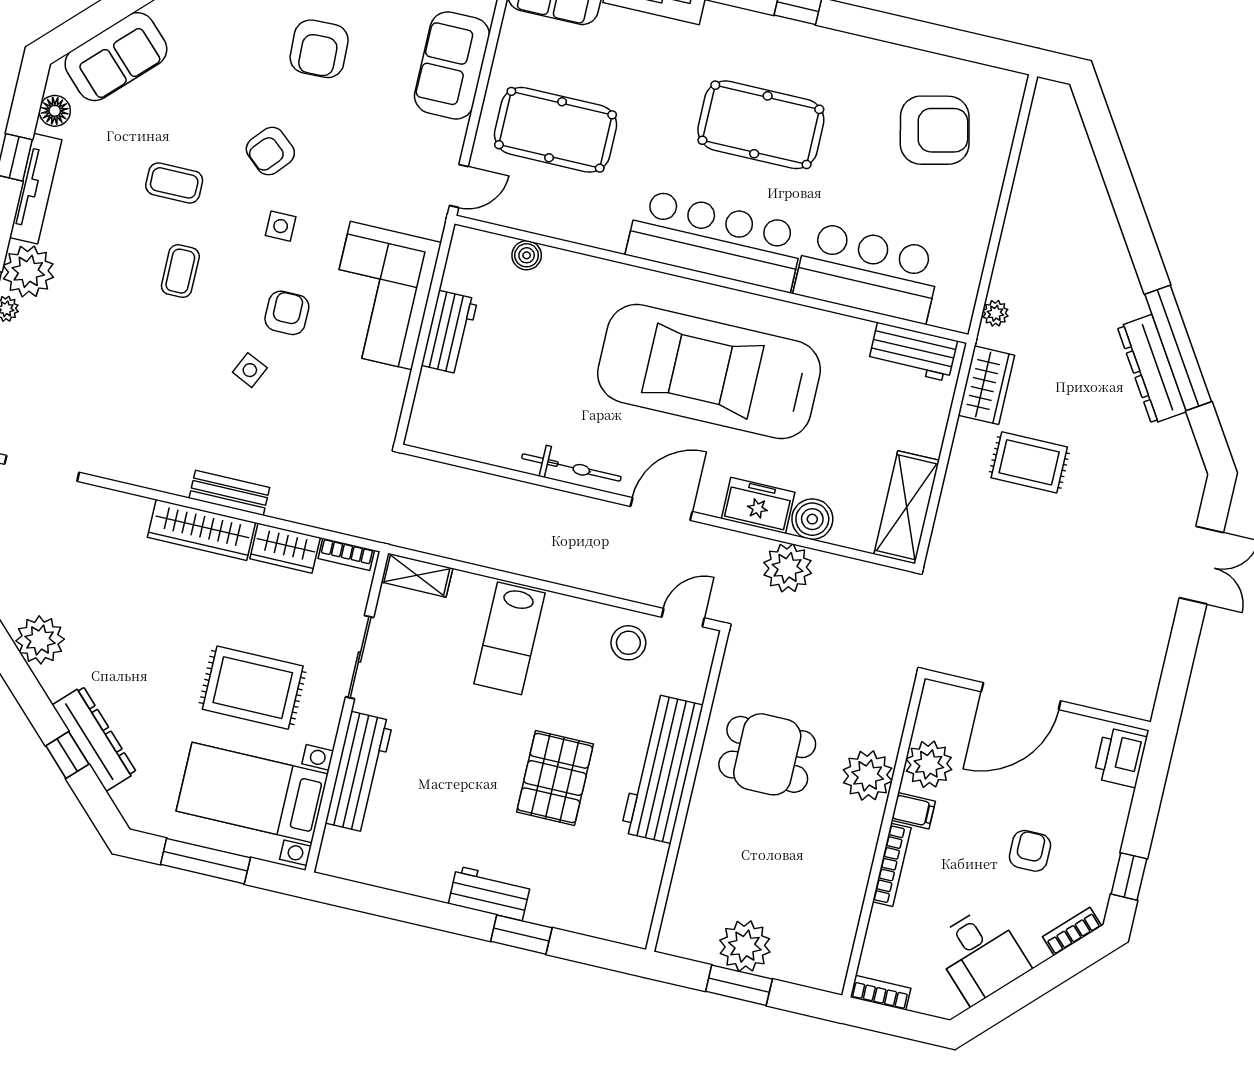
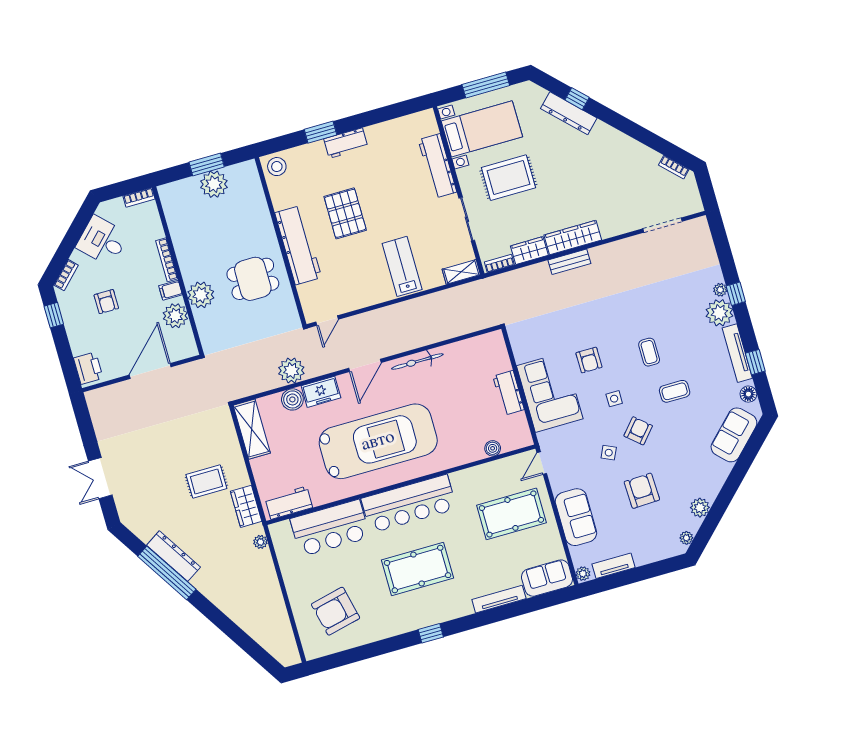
side table: (250, 370) -> (609, 453), moved
plant: (40, 640) -> (619, 145), removed
stool: (628, 643) -> (277, 167), moved

